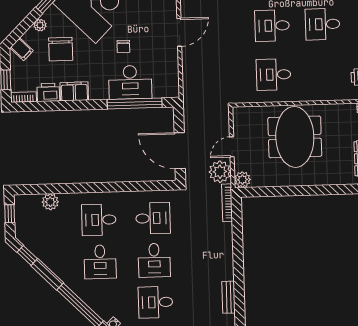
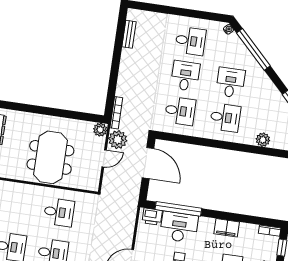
printer: (48, 92) -> (152, 217), moved
desk: (153, 218) -> (180, 111), turned 180

